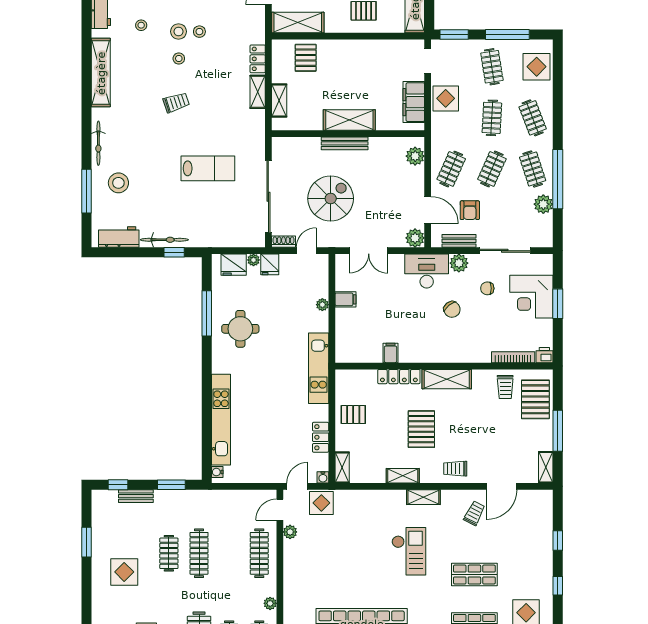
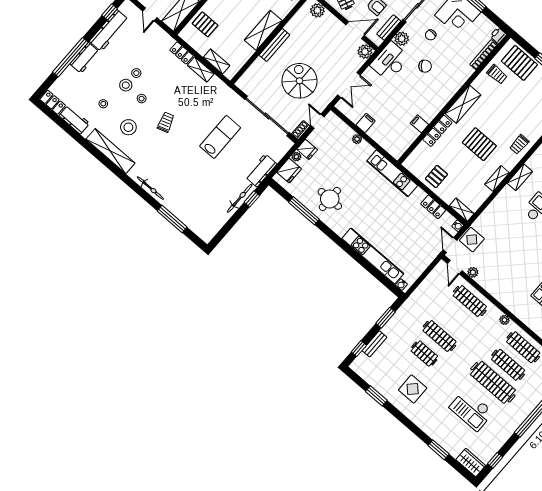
stool: (118, 183) -> (128, 127), moved
workbench: (119, 237) -> (261, 170), moved

